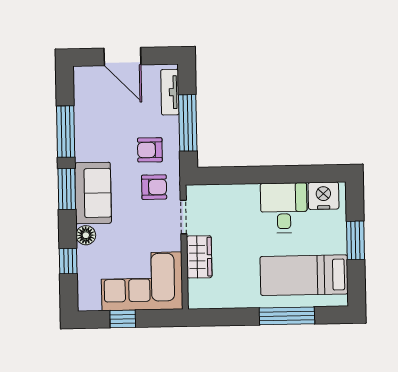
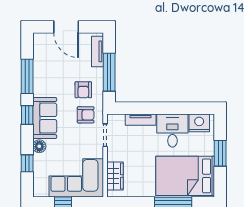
armchair: (150, 150) -> (83, 90), turned -90
window: (67, 189) -> (27, 115), width x0.67
tv unit: (236, 193) -> (141, 120), added
wardrobe: (199, 257) -> (115, 176), moved
bed: (304, 275) -> (185, 176), width x1.50

